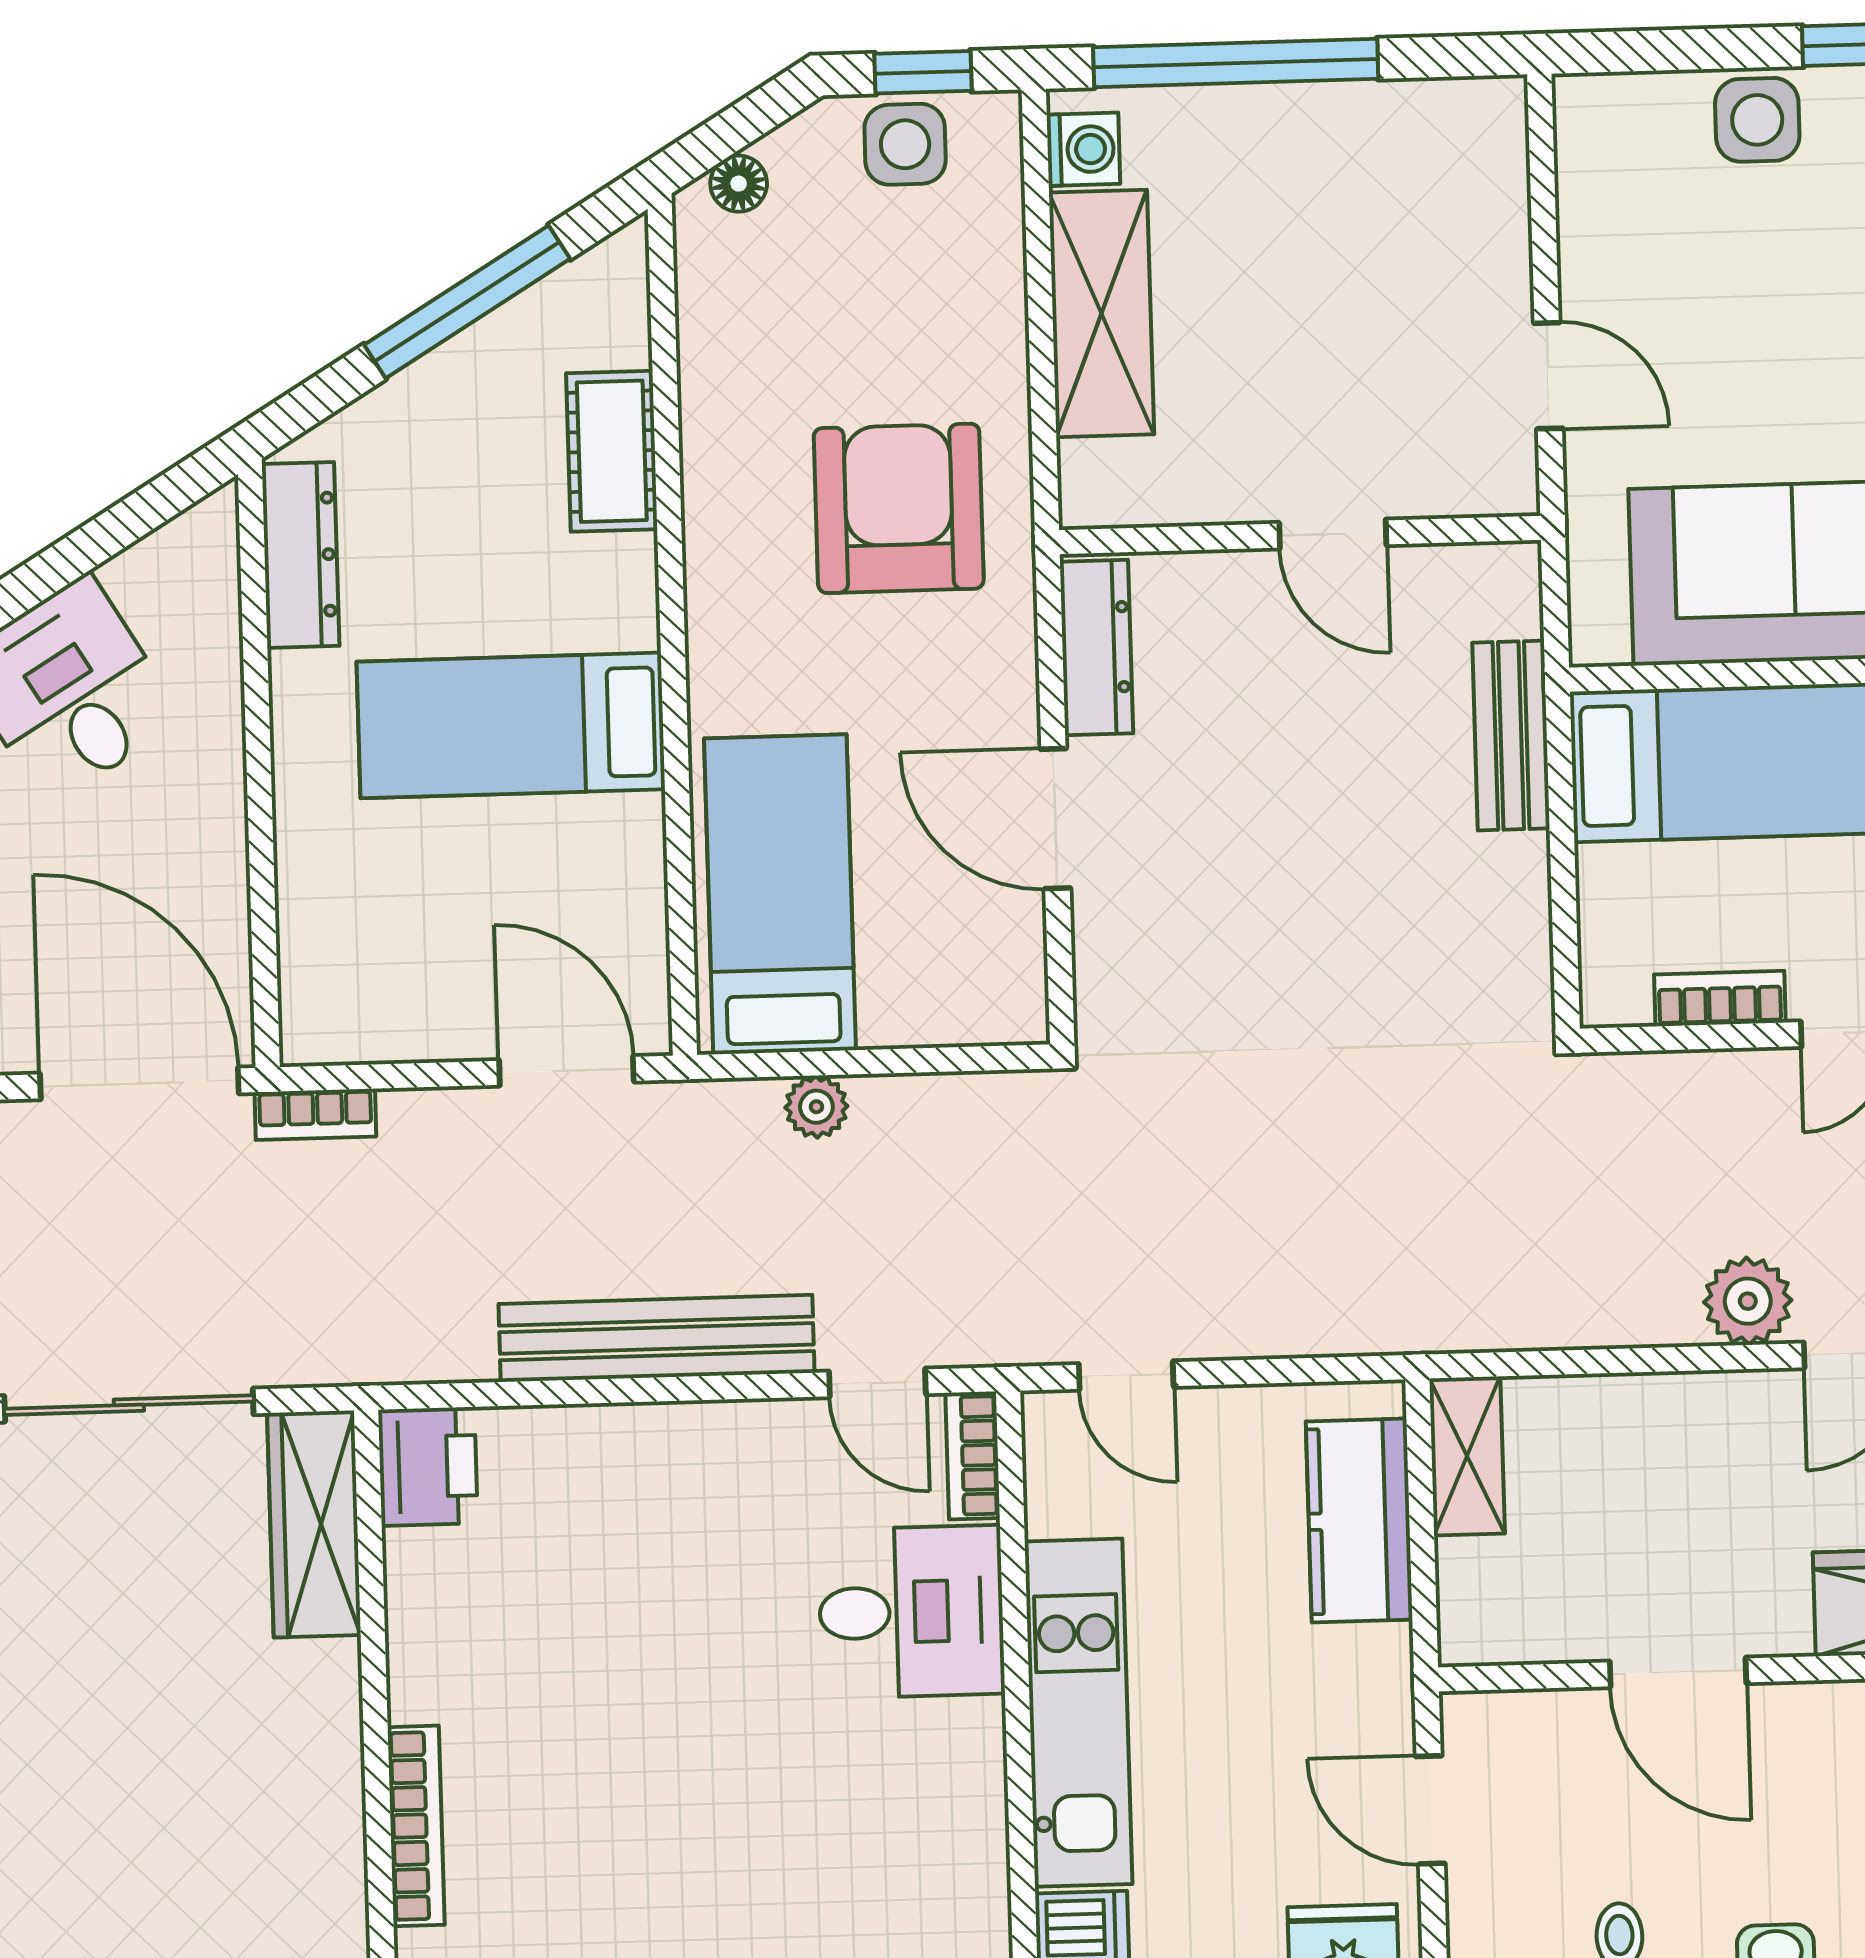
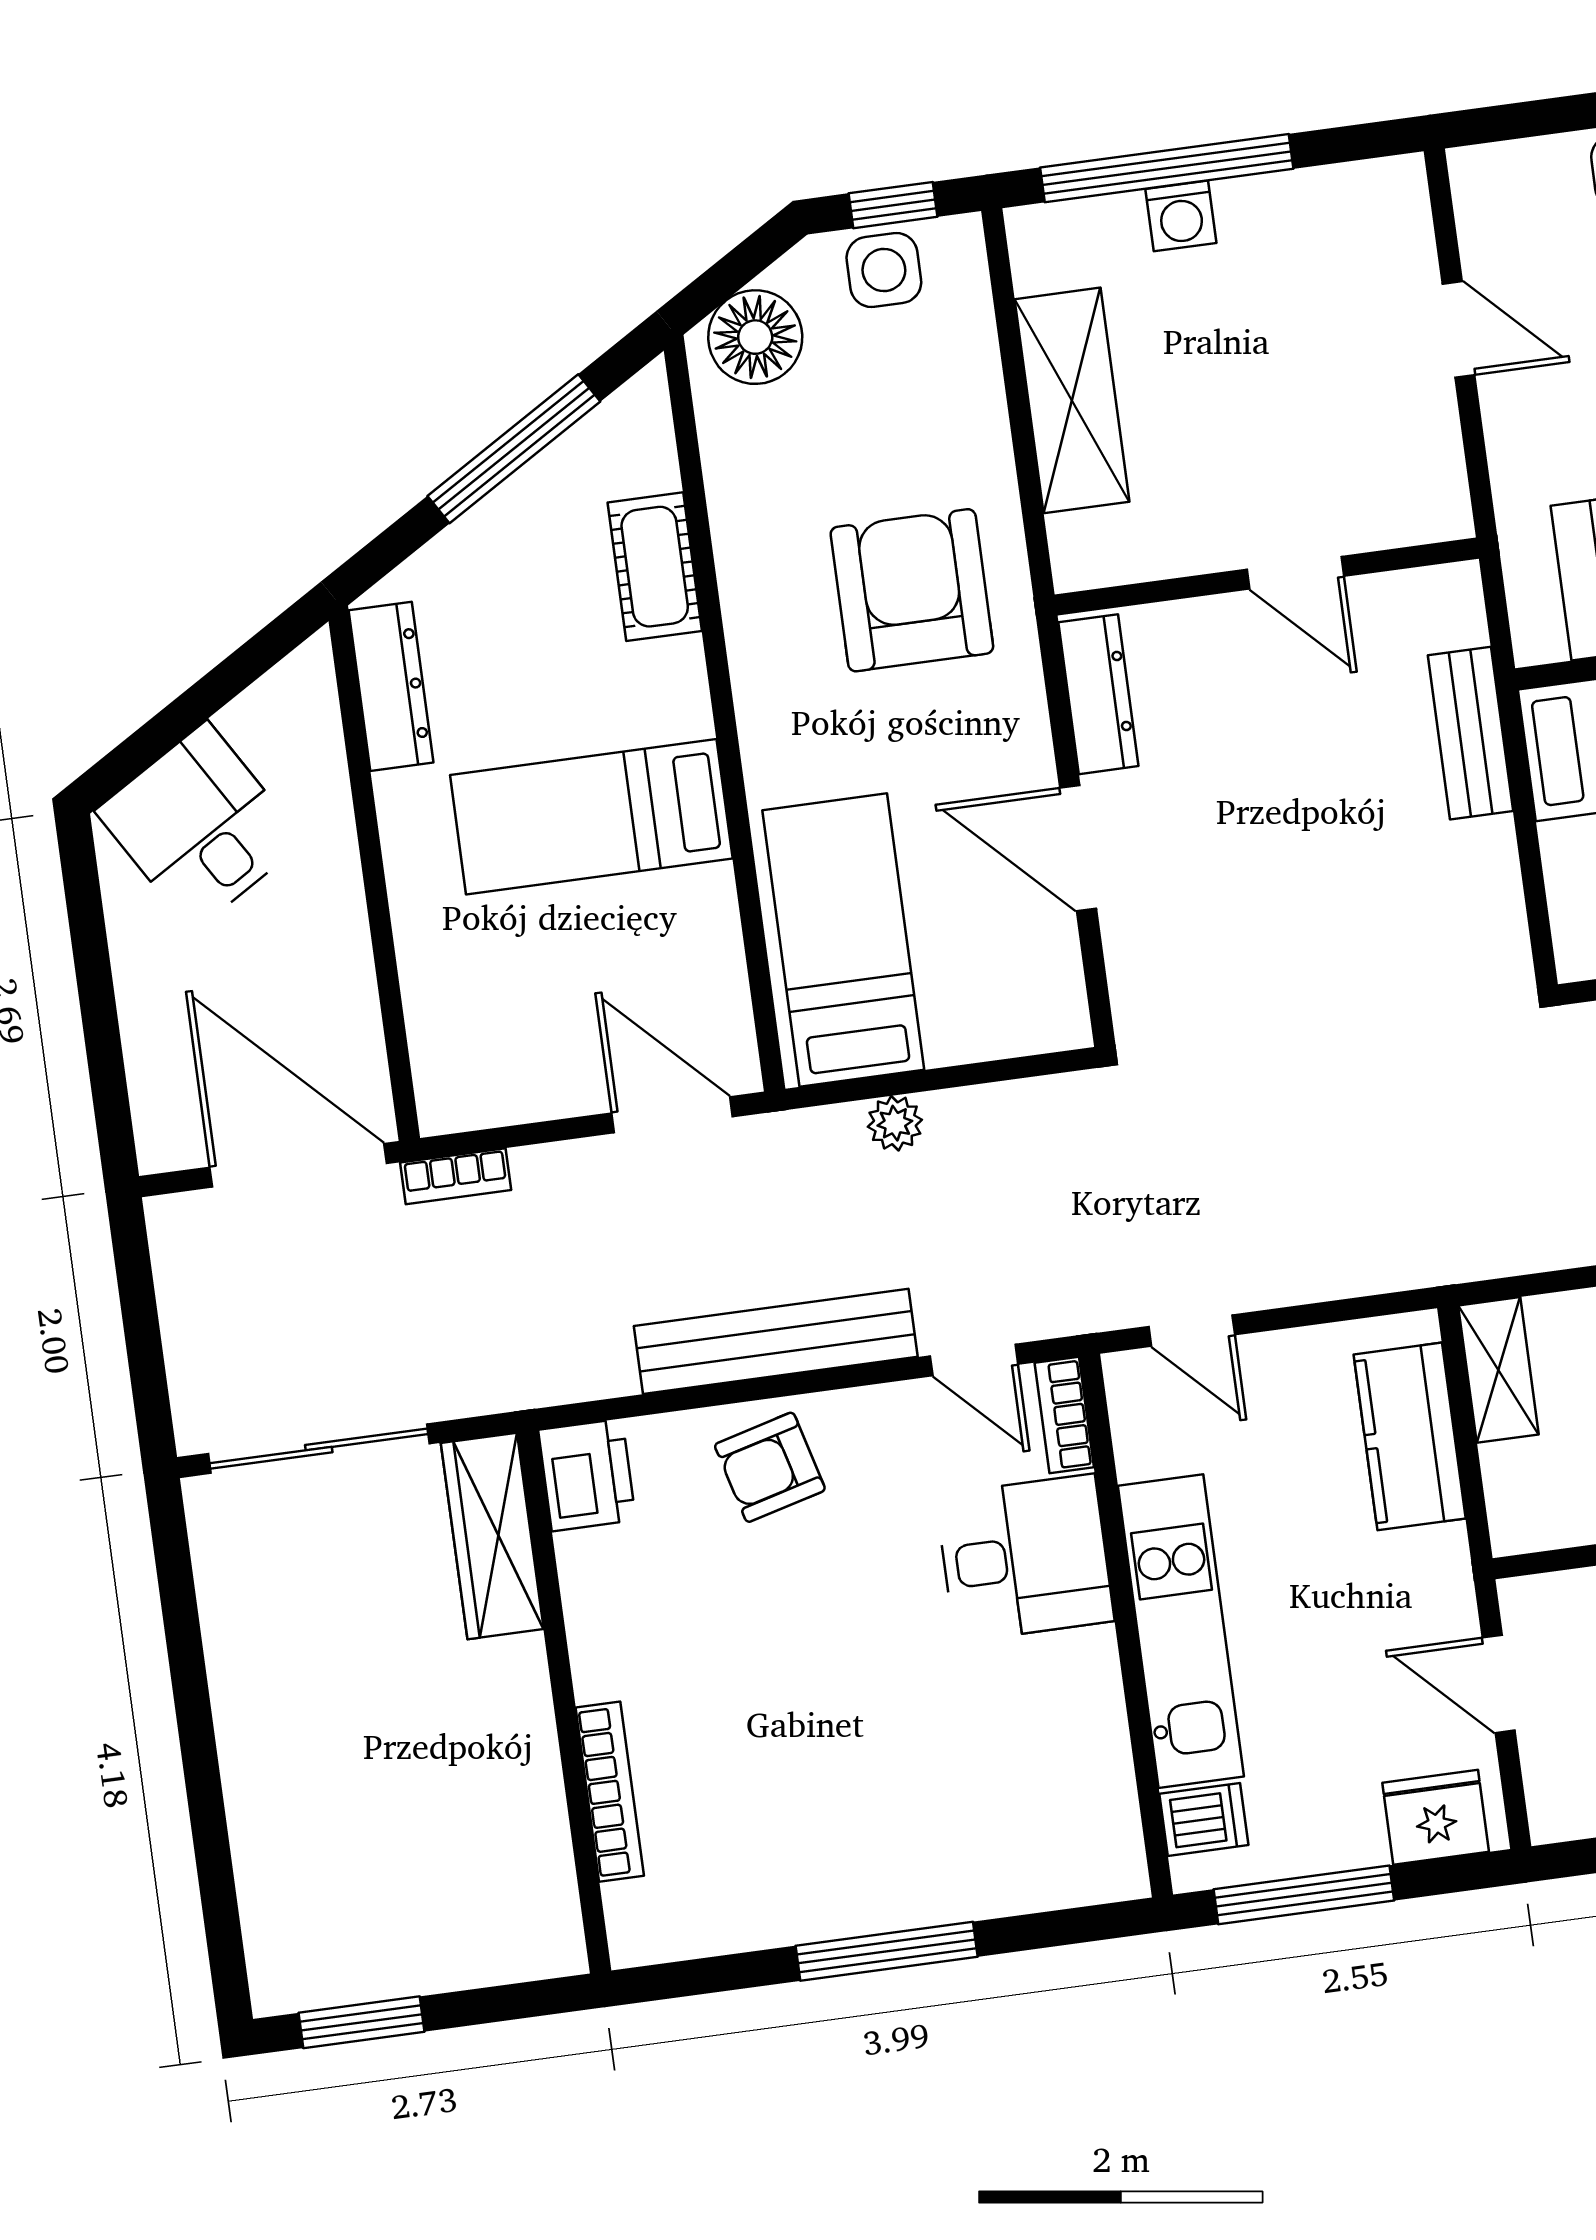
washing machine: (1083, 149) -> (1181, 216), moved, turned 90
floor lamp: (739, 184) -> (755, 337), width x1.89, depth x1.89
door: (1548, 376) -> (1459, 329), moved
armchair: (635, 1479) -> (770, 1467), added

